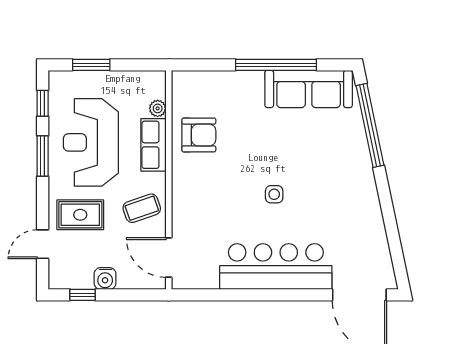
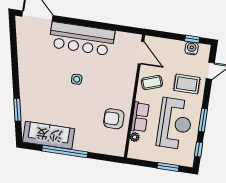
window: (370, 125) -> (17, 110), width x0.47
water cooler: (105, 279) -> (192, 48), moved

